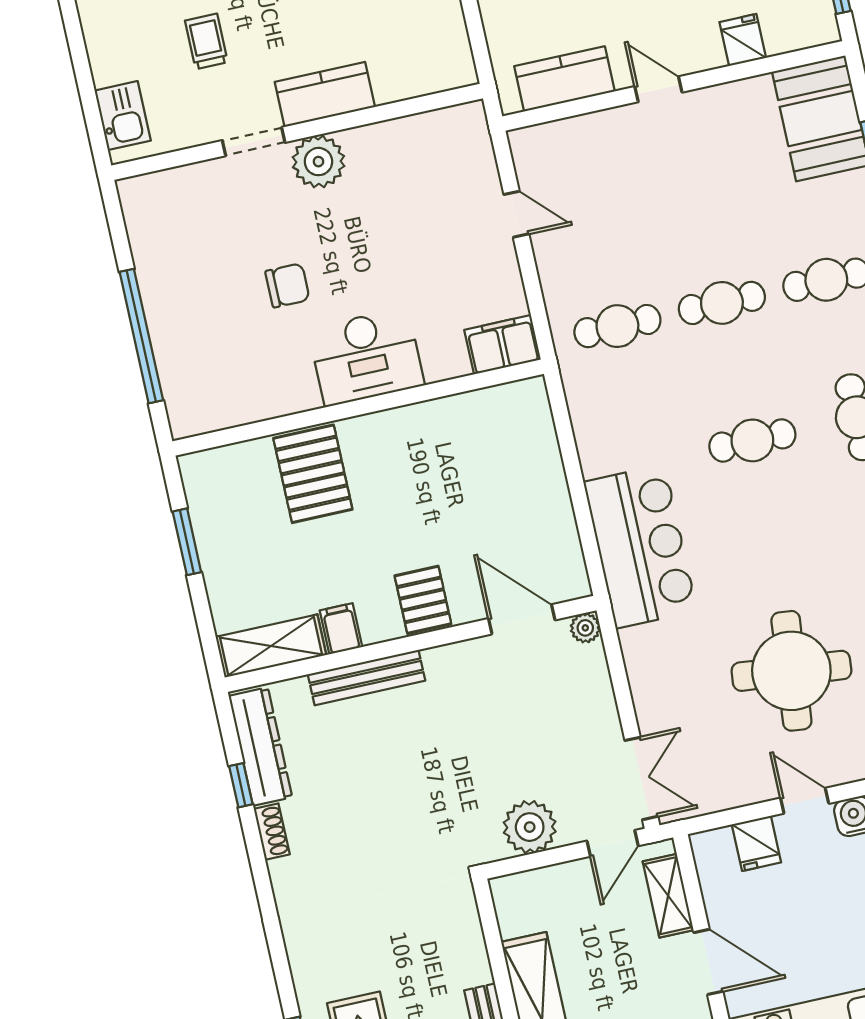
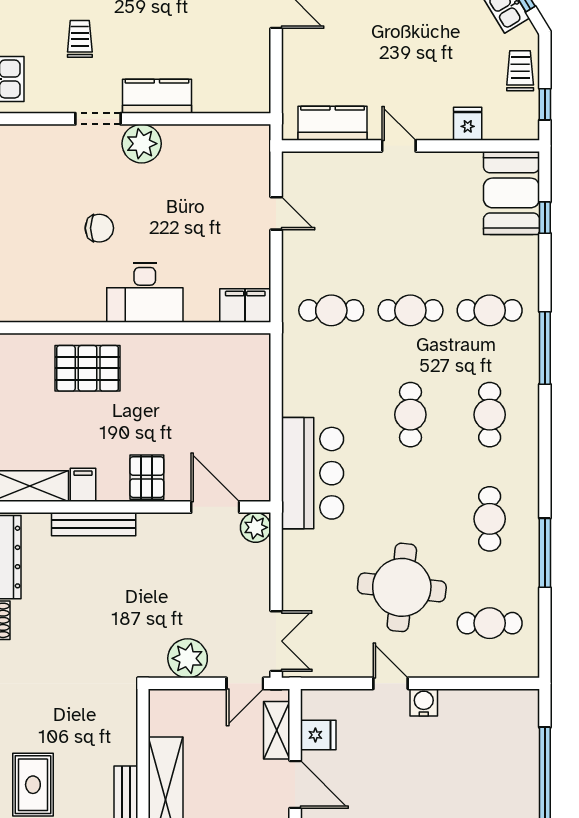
cafe table: (752, 440) -> (410, 415), turned 90
pallet: (313, 474) -> (88, 368), turned 90
plant: (585, 628) -> (256, 527), width x1.38, depth x1.38
fridge: (756, 843) -> (318, 735), moved, turned -90

